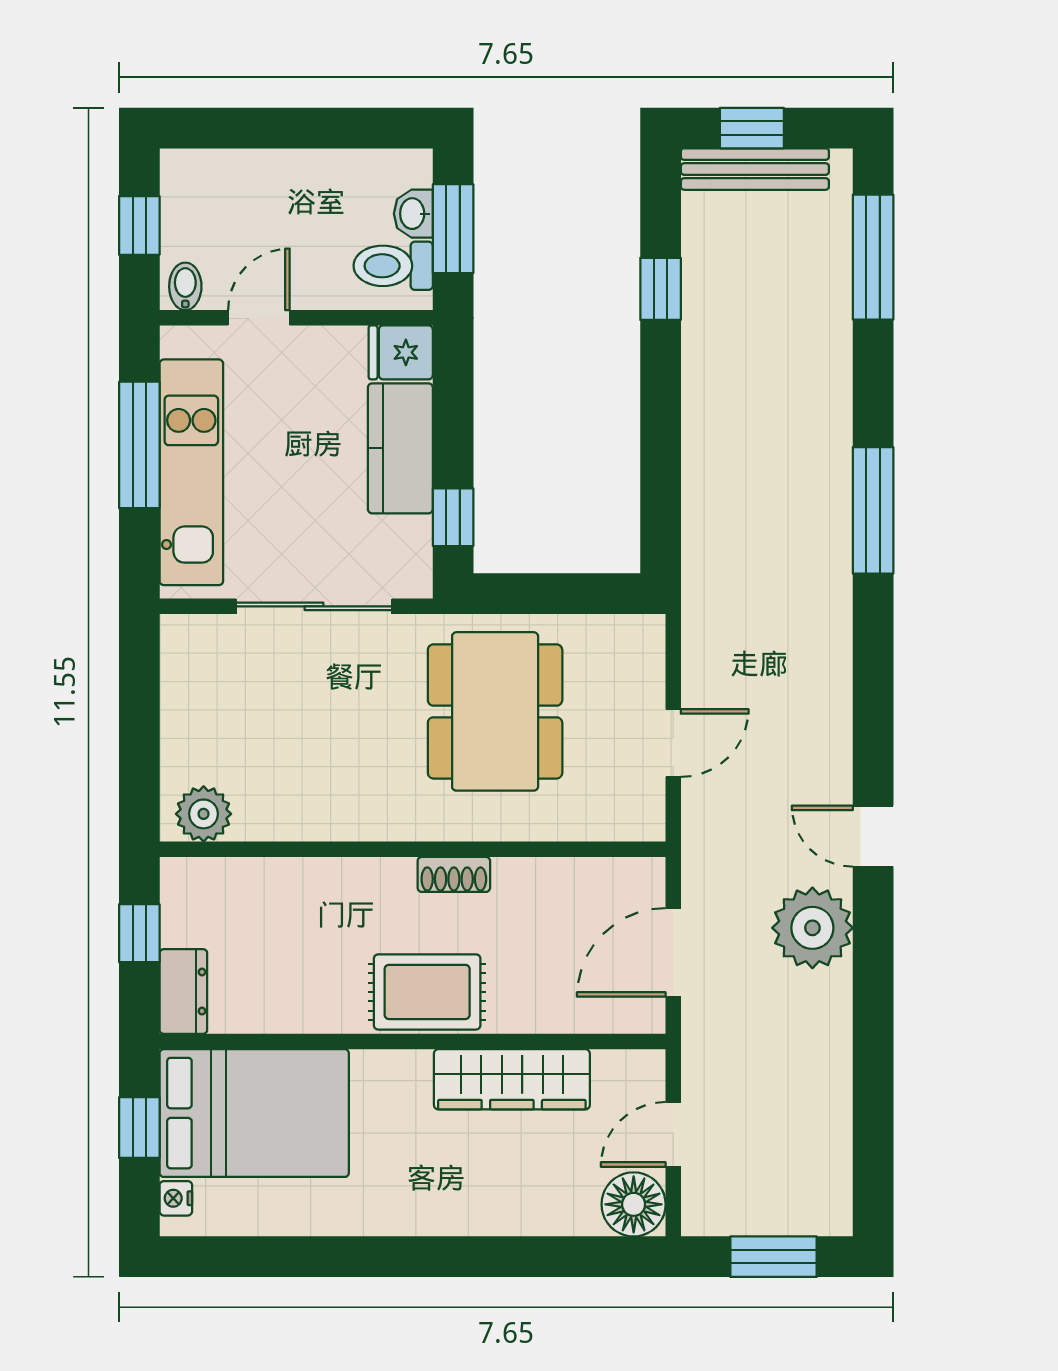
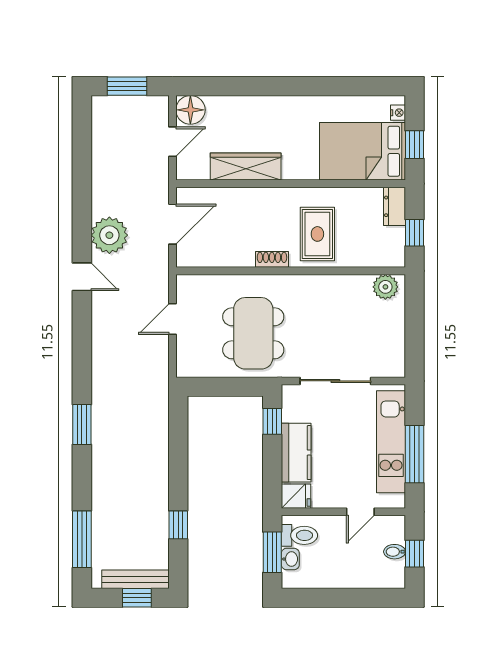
bidet: (185, 286) -> (395, 552), moved, turned 90
window: (873, 510) -> (82, 424), width x0.69
rug: (427, 992) -> (317, 234), moved, turned 90

